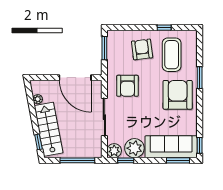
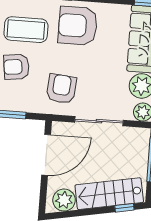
armchair: (127, 86) -> (61, 89), turned -85
plant: (38, 99) -> (64, 200), width x1.87, depth x1.87

